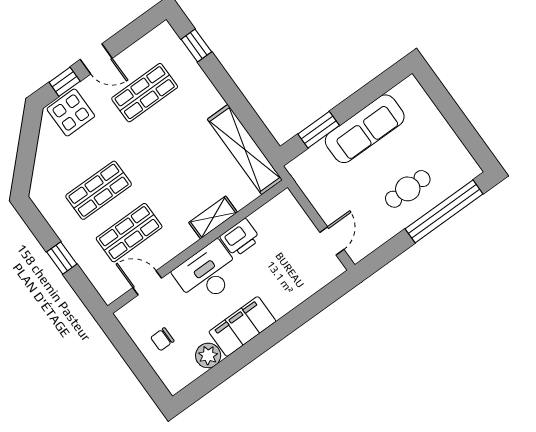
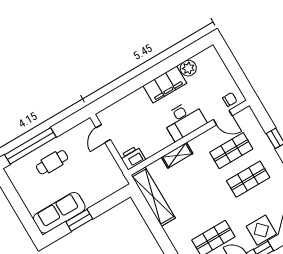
sofa: (365, 129) -> (59, 213), moved
window: (319, 130) -> (79, 220), moved
printer: (240, 238) -> (133, 158), moved
chair: (162, 339) -> (230, 100), moved

